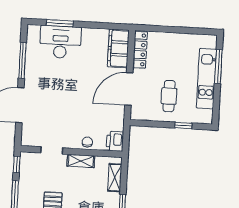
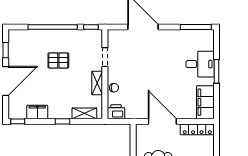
window: (60, 23) -> (216, 71), moved
desk: (60, 42) -> (200, 64), width x0.73
filing cabinet: (118, 48) -> (205, 102), moved, turned -90
window: (22, 60) -> (196, 27), moved

